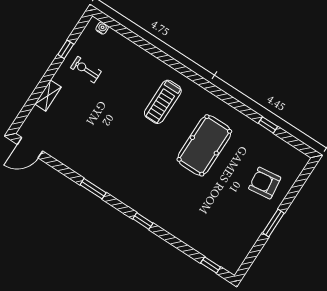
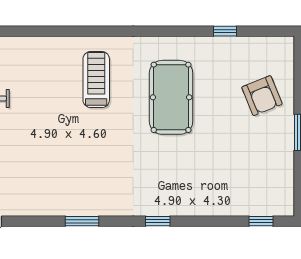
treadmill: (163, 102) -> (96, 80), turned 180
armchair: (265, 183) -> (262, 96), turned -105

